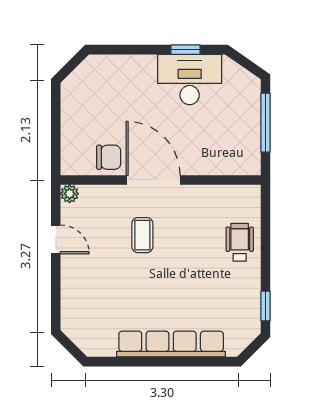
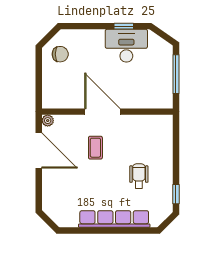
chair: (109, 157) -> (60, 54), moved
door: (56, 239) -> (39, 150), width x1.88
wheelchair: (240, 242) -> (139, 176), moved

